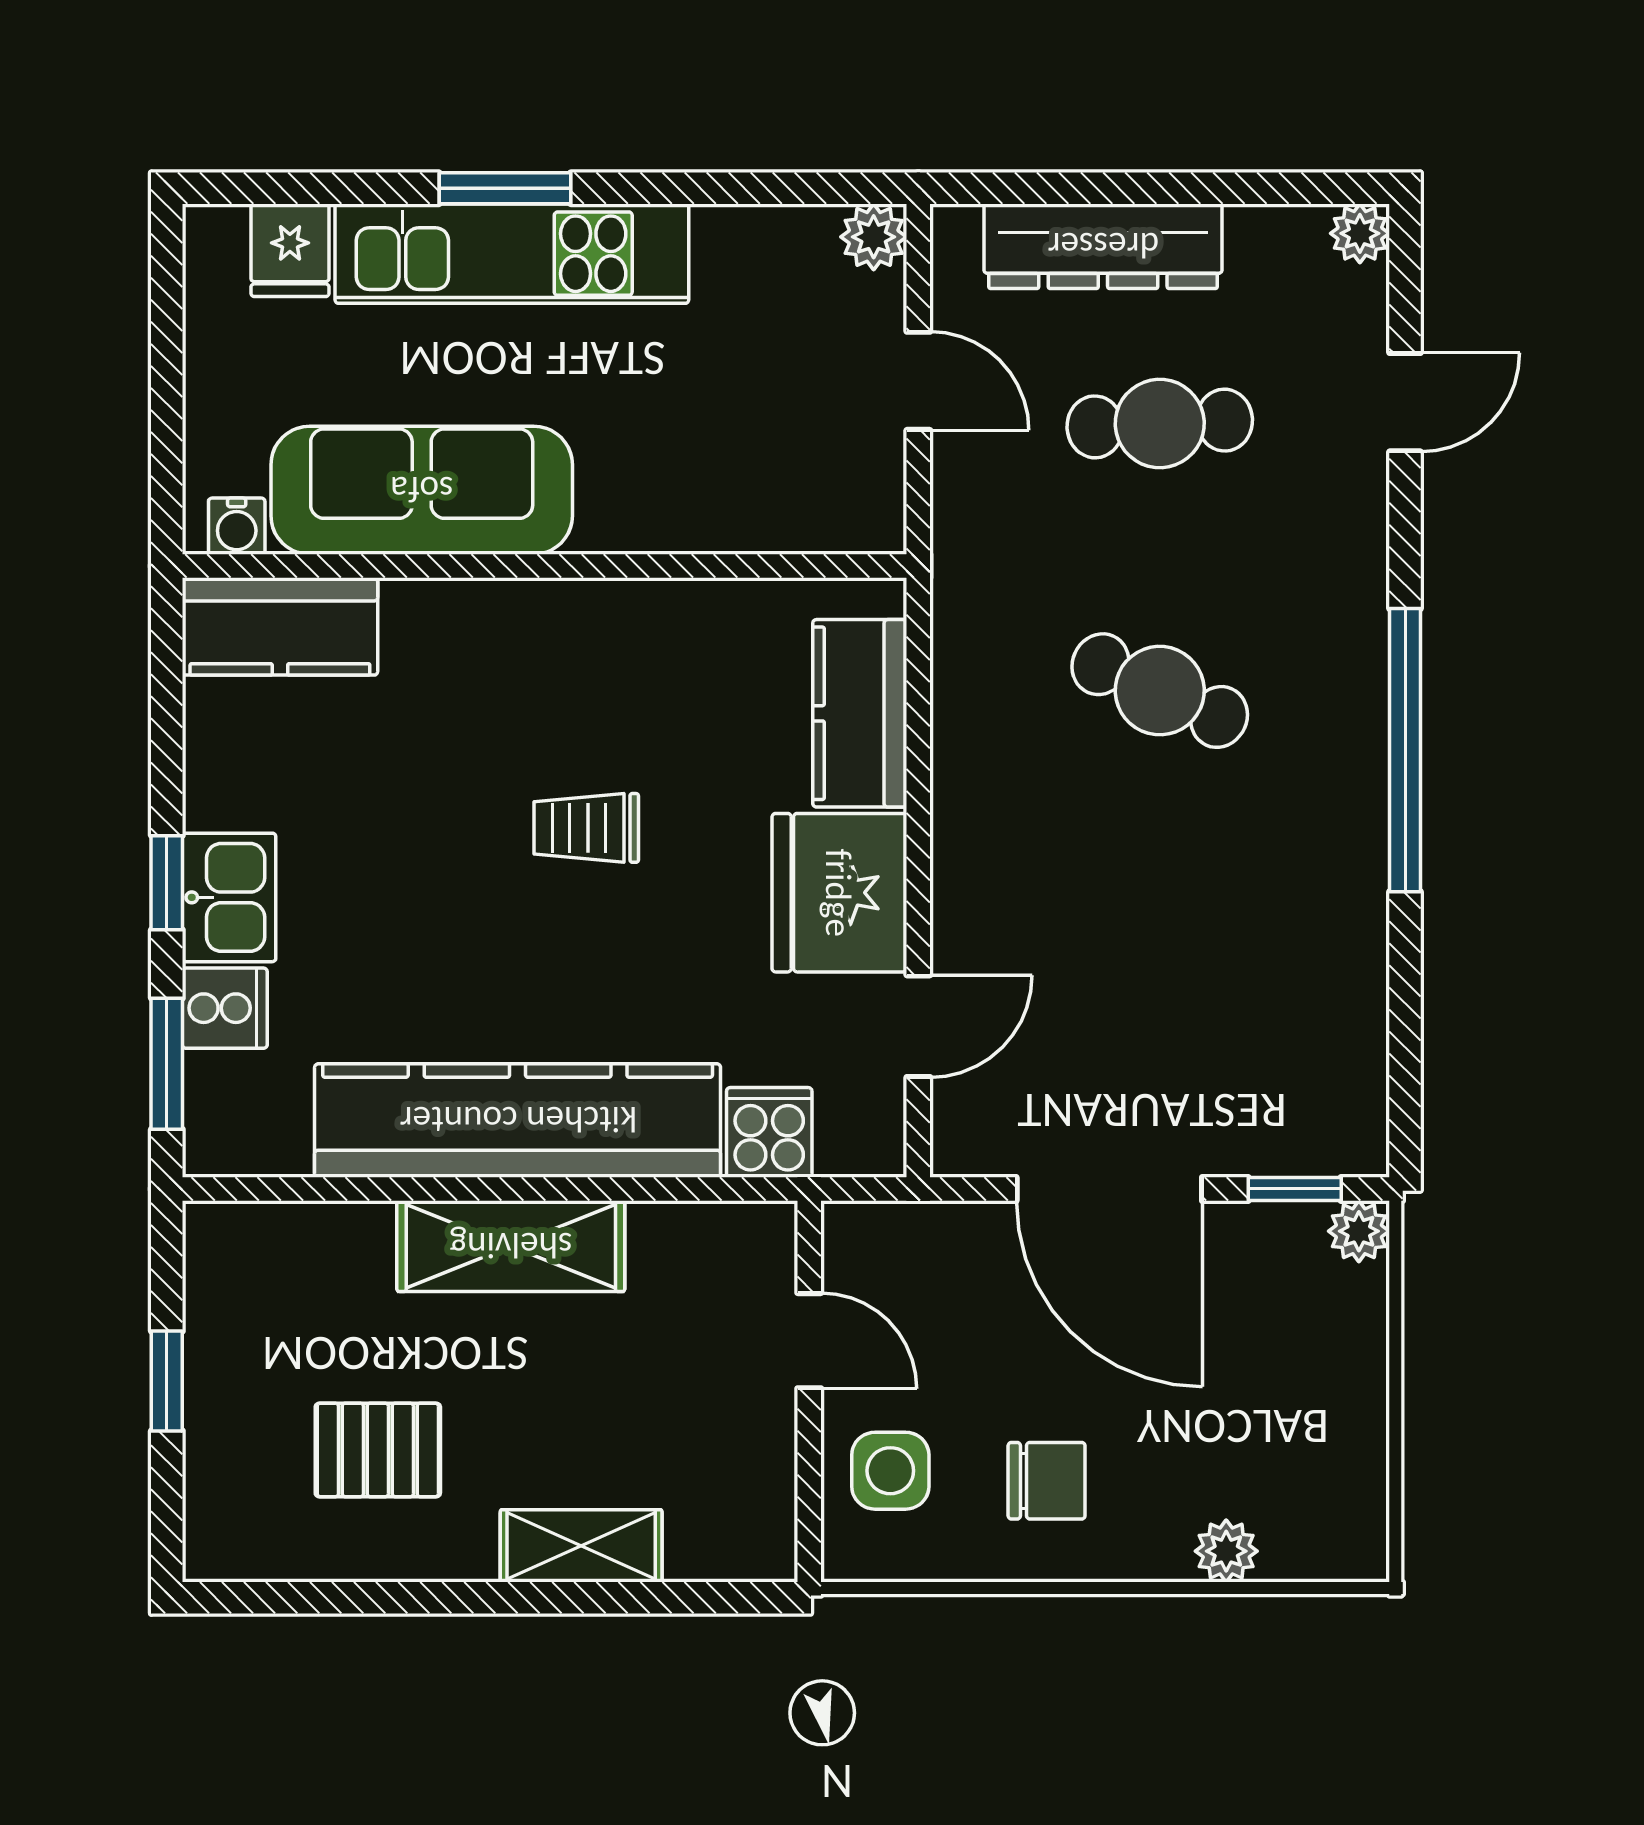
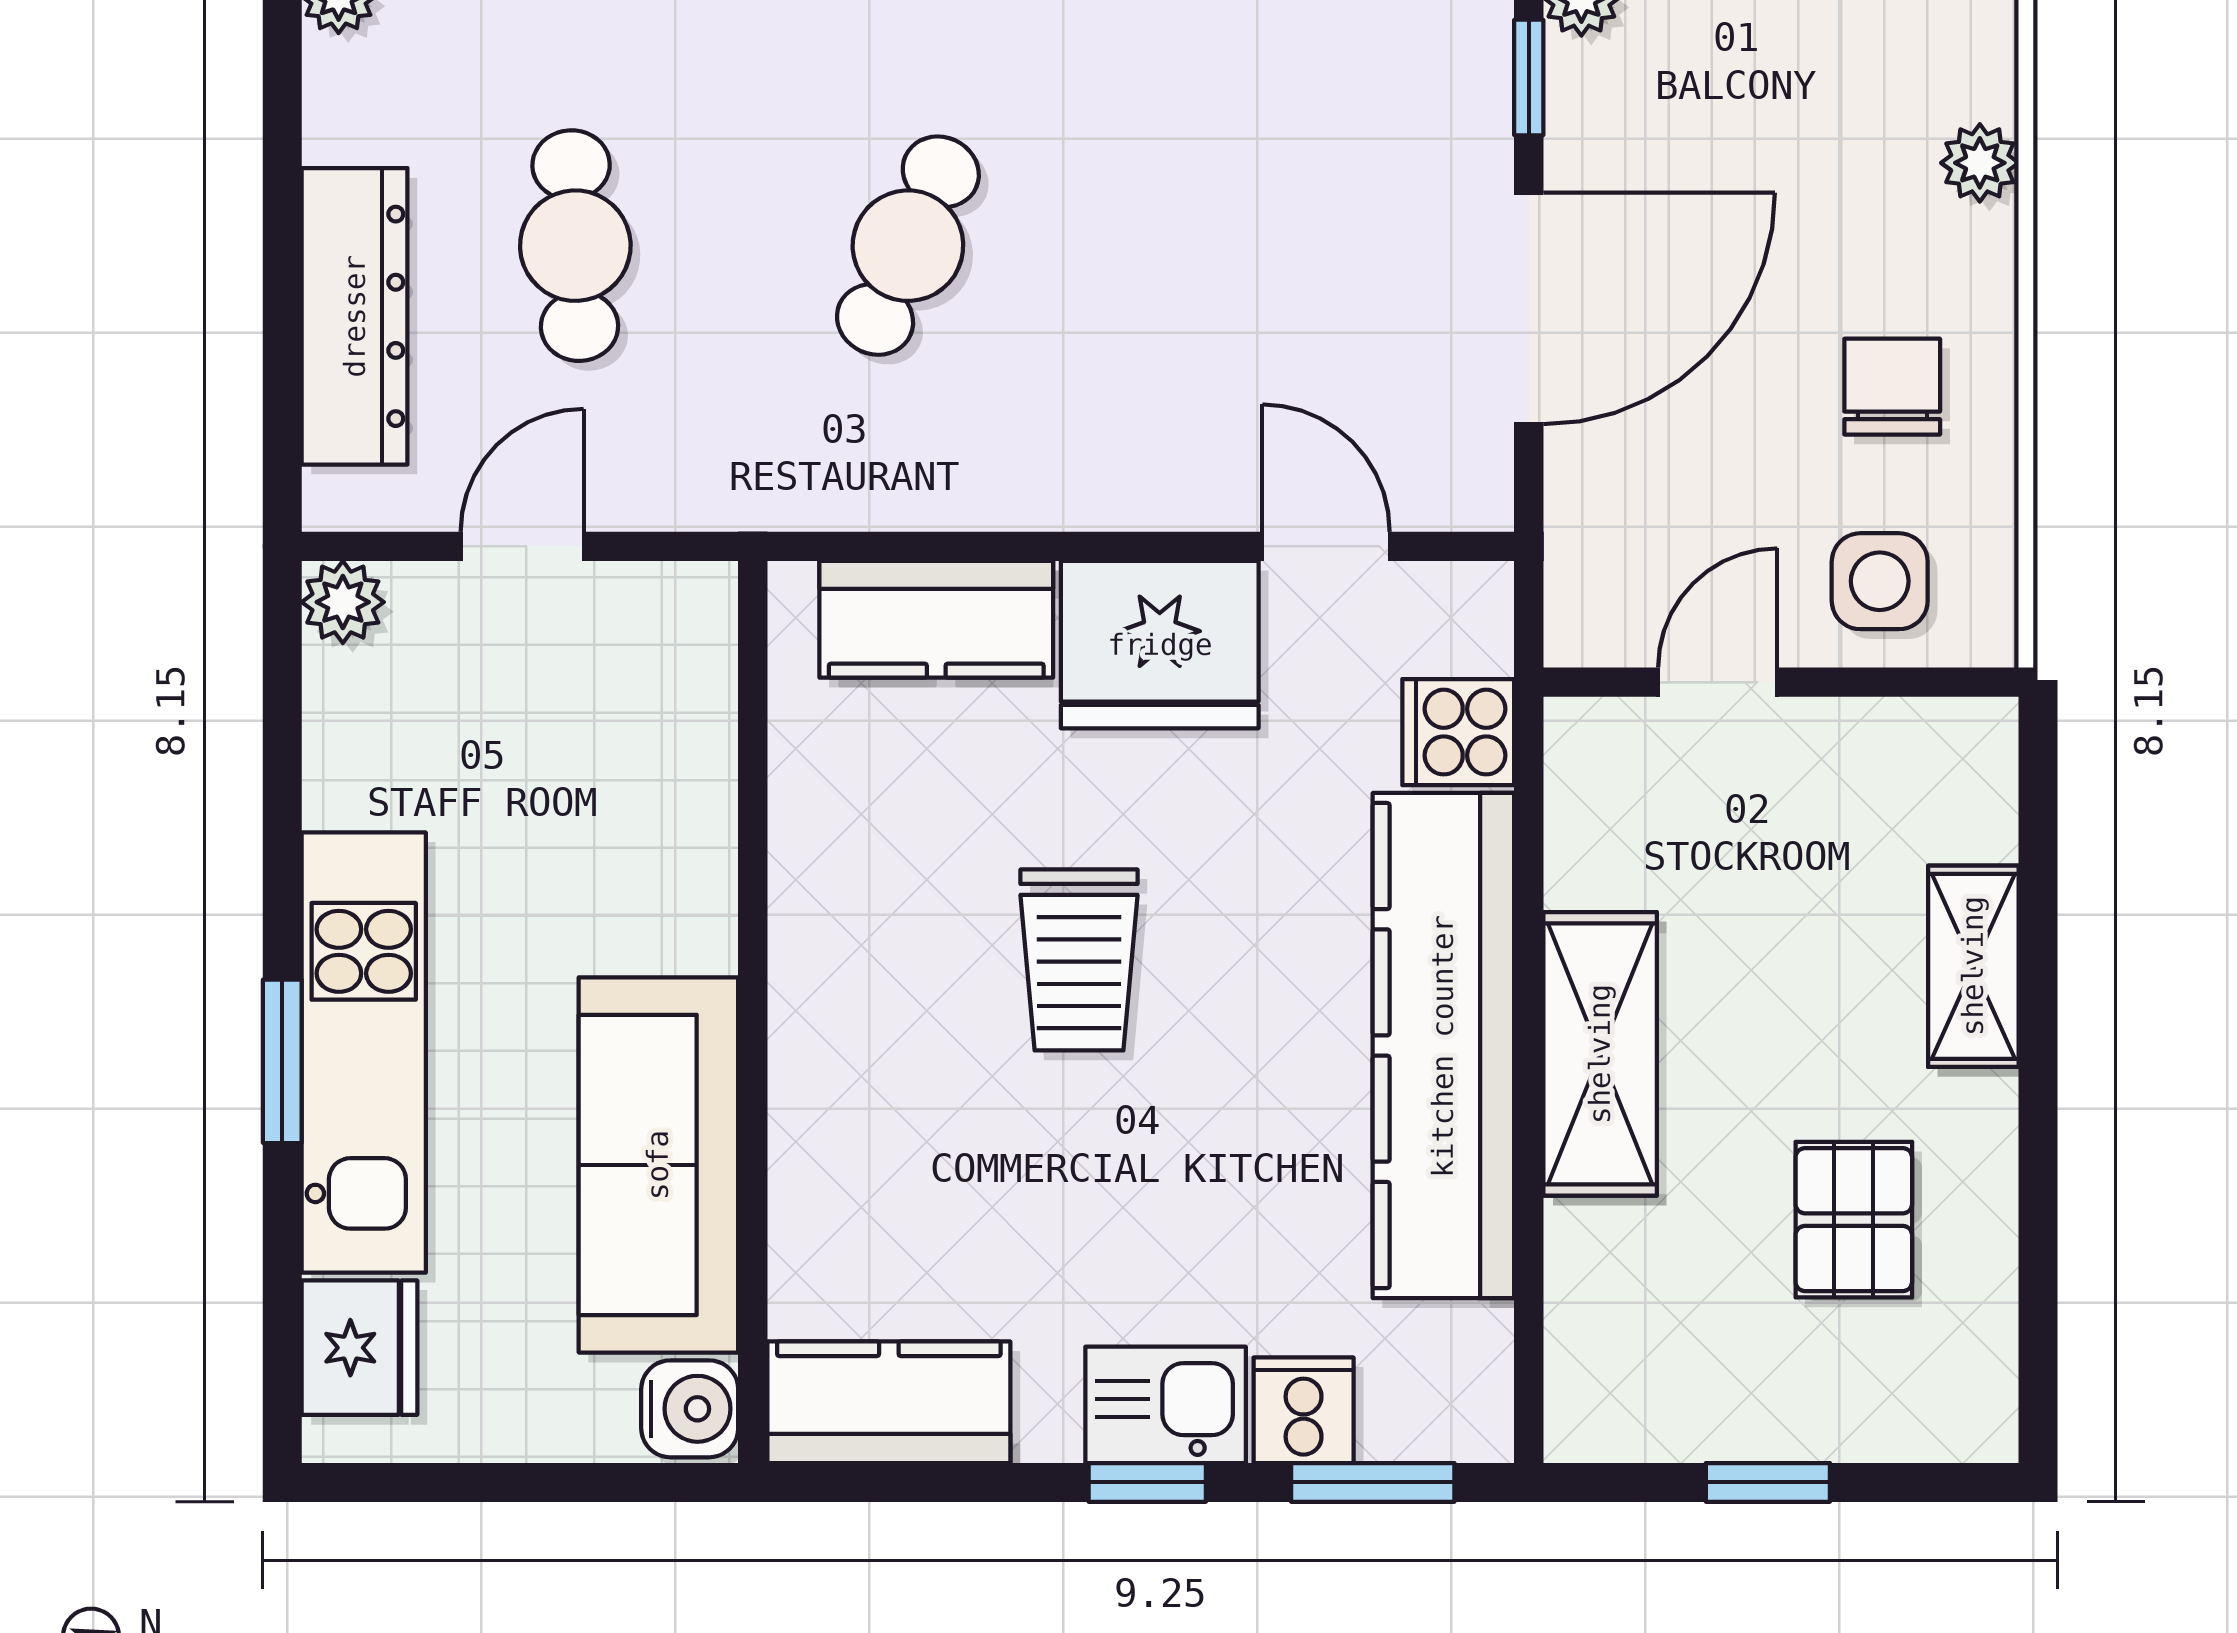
fridge: (290, 250) -> (360, 1348), width x1.38
water cooler: (237, 526) -> (690, 1409), width x1.38, depth x1.38
kitchen counter: (280, 626) -> (889, 1402), moved, turned -90
trolley: (586, 828) -> (1079, 960), width x1.36, depth x1.39

